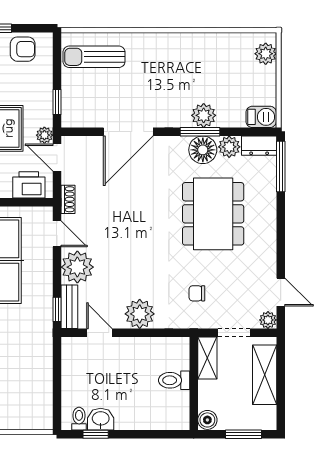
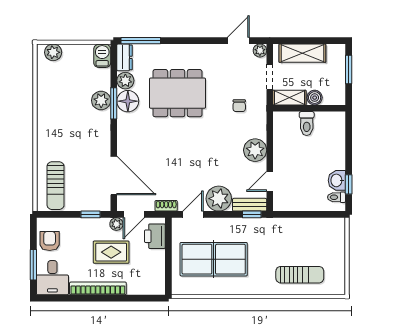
door: (128, 132) -> (114, 176), moved
boiler: (207, 420) -> (315, 98), moved

